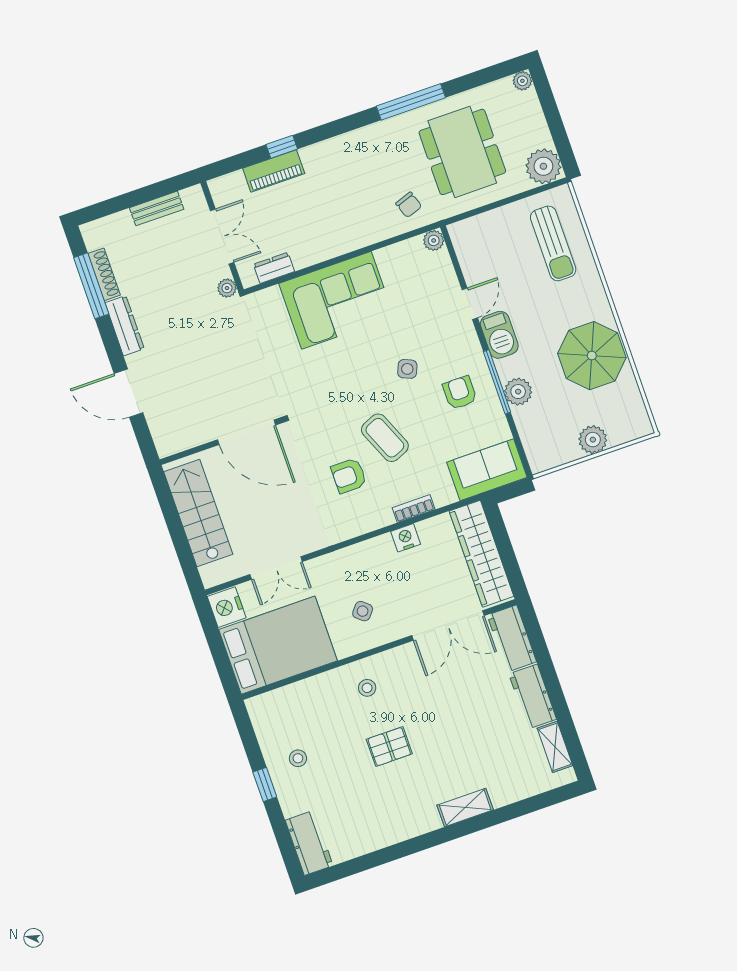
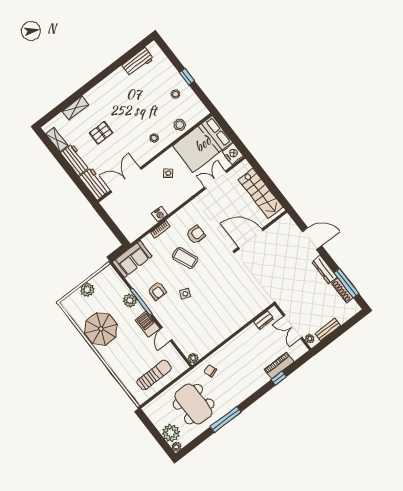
plant: (543, 166) -> (171, 433), moved
sun lounger: (553, 243) -> (154, 375), moved, turned 90
plant: (227, 288) -> (310, 339), moved
corner sofa: (336, 300) -> (229, 315), removed
wardrobe: (481, 554) -> (122, 219), removed
stool: (309, 697) -> (180, 125), added
pallet: (389, 747) -> (101, 133), moved
shelving: (465, 807) -> (75, 108), moved
workbench: (309, 843) -> (138, 62), moved, turned -90

